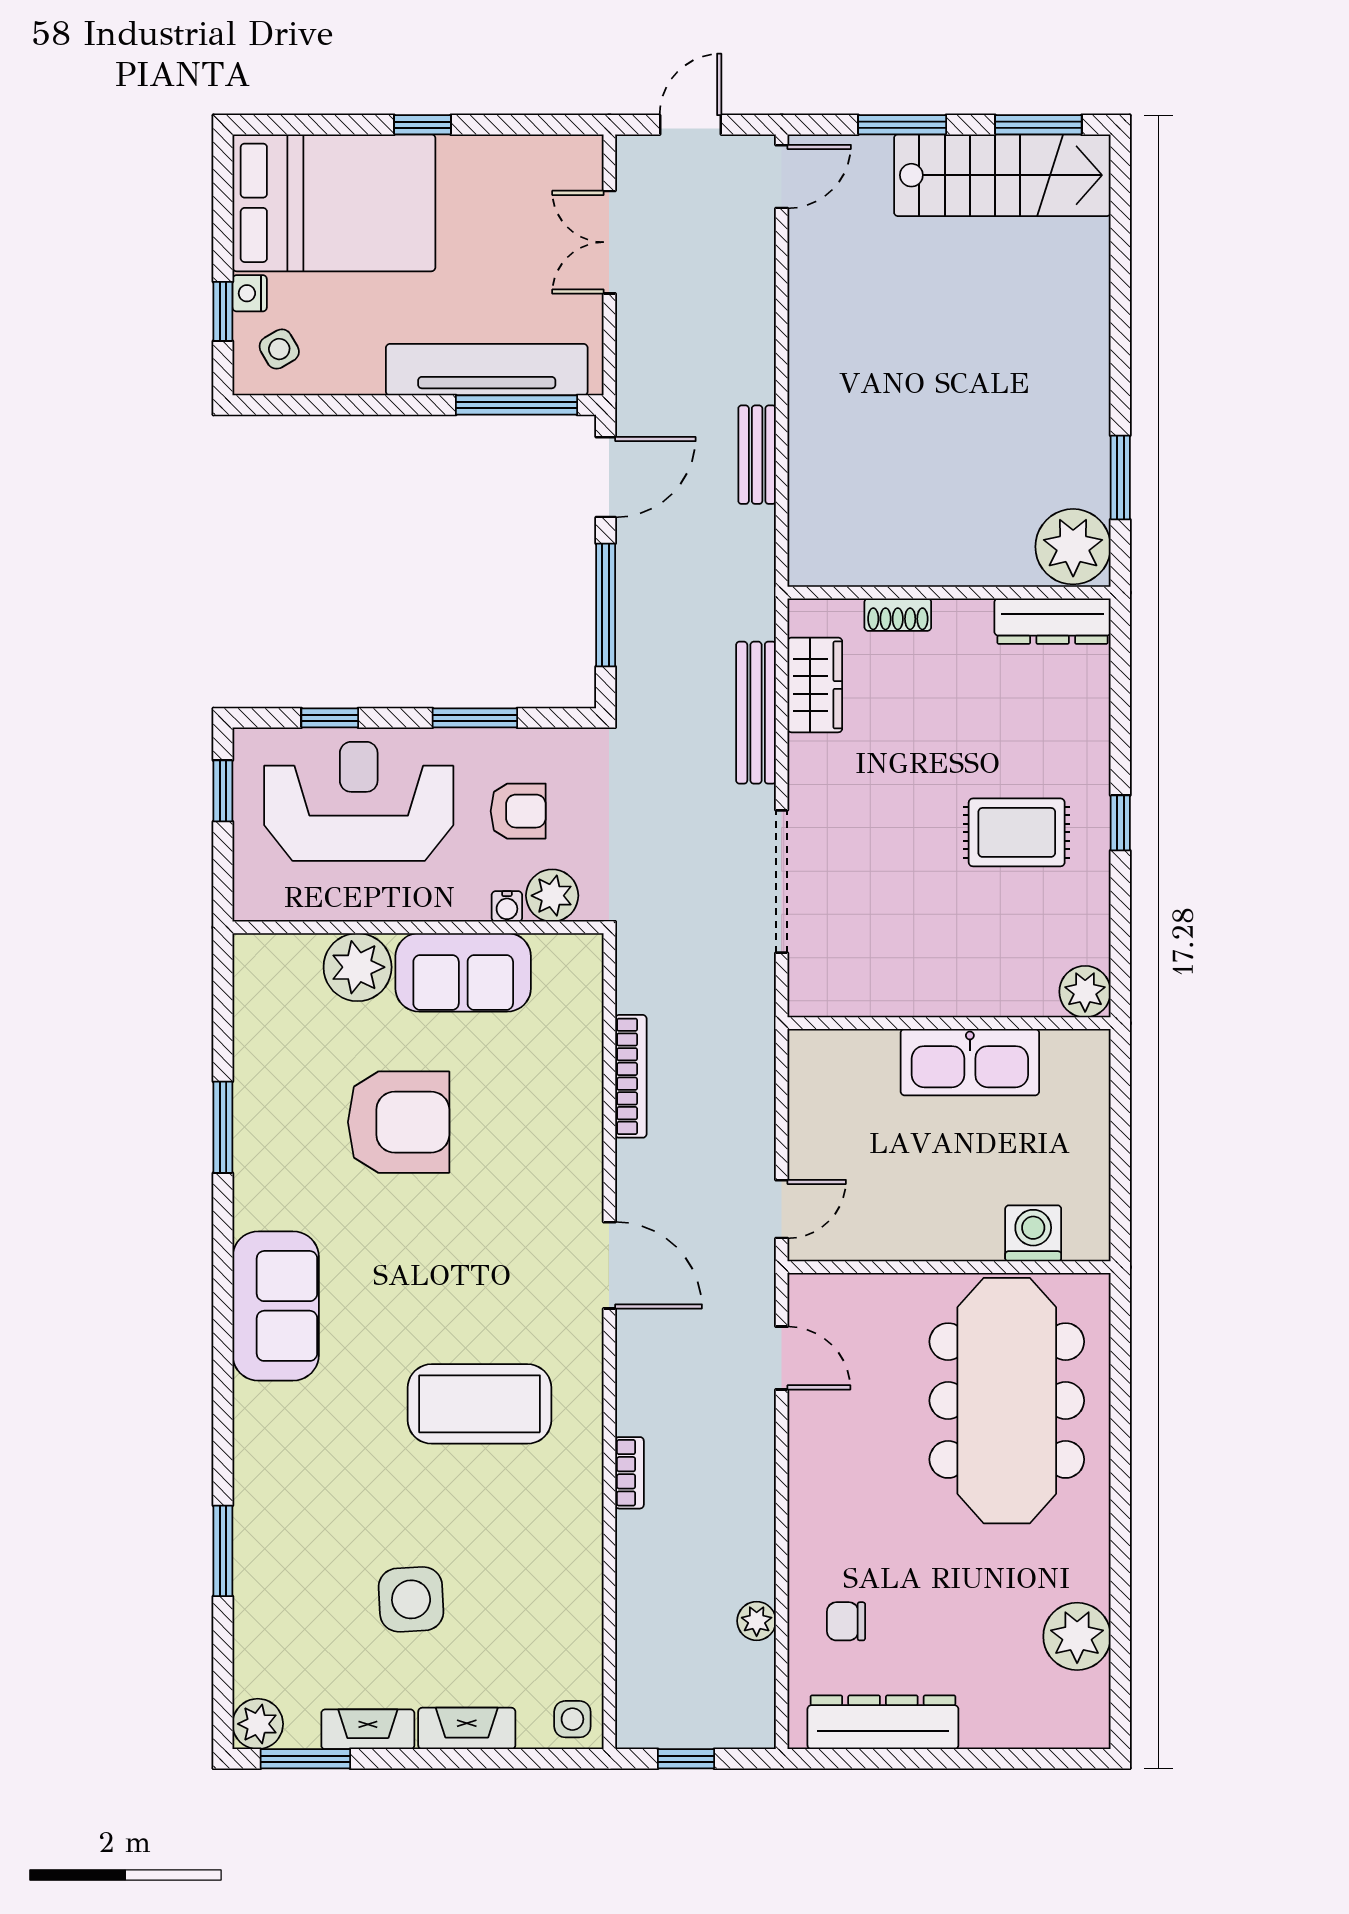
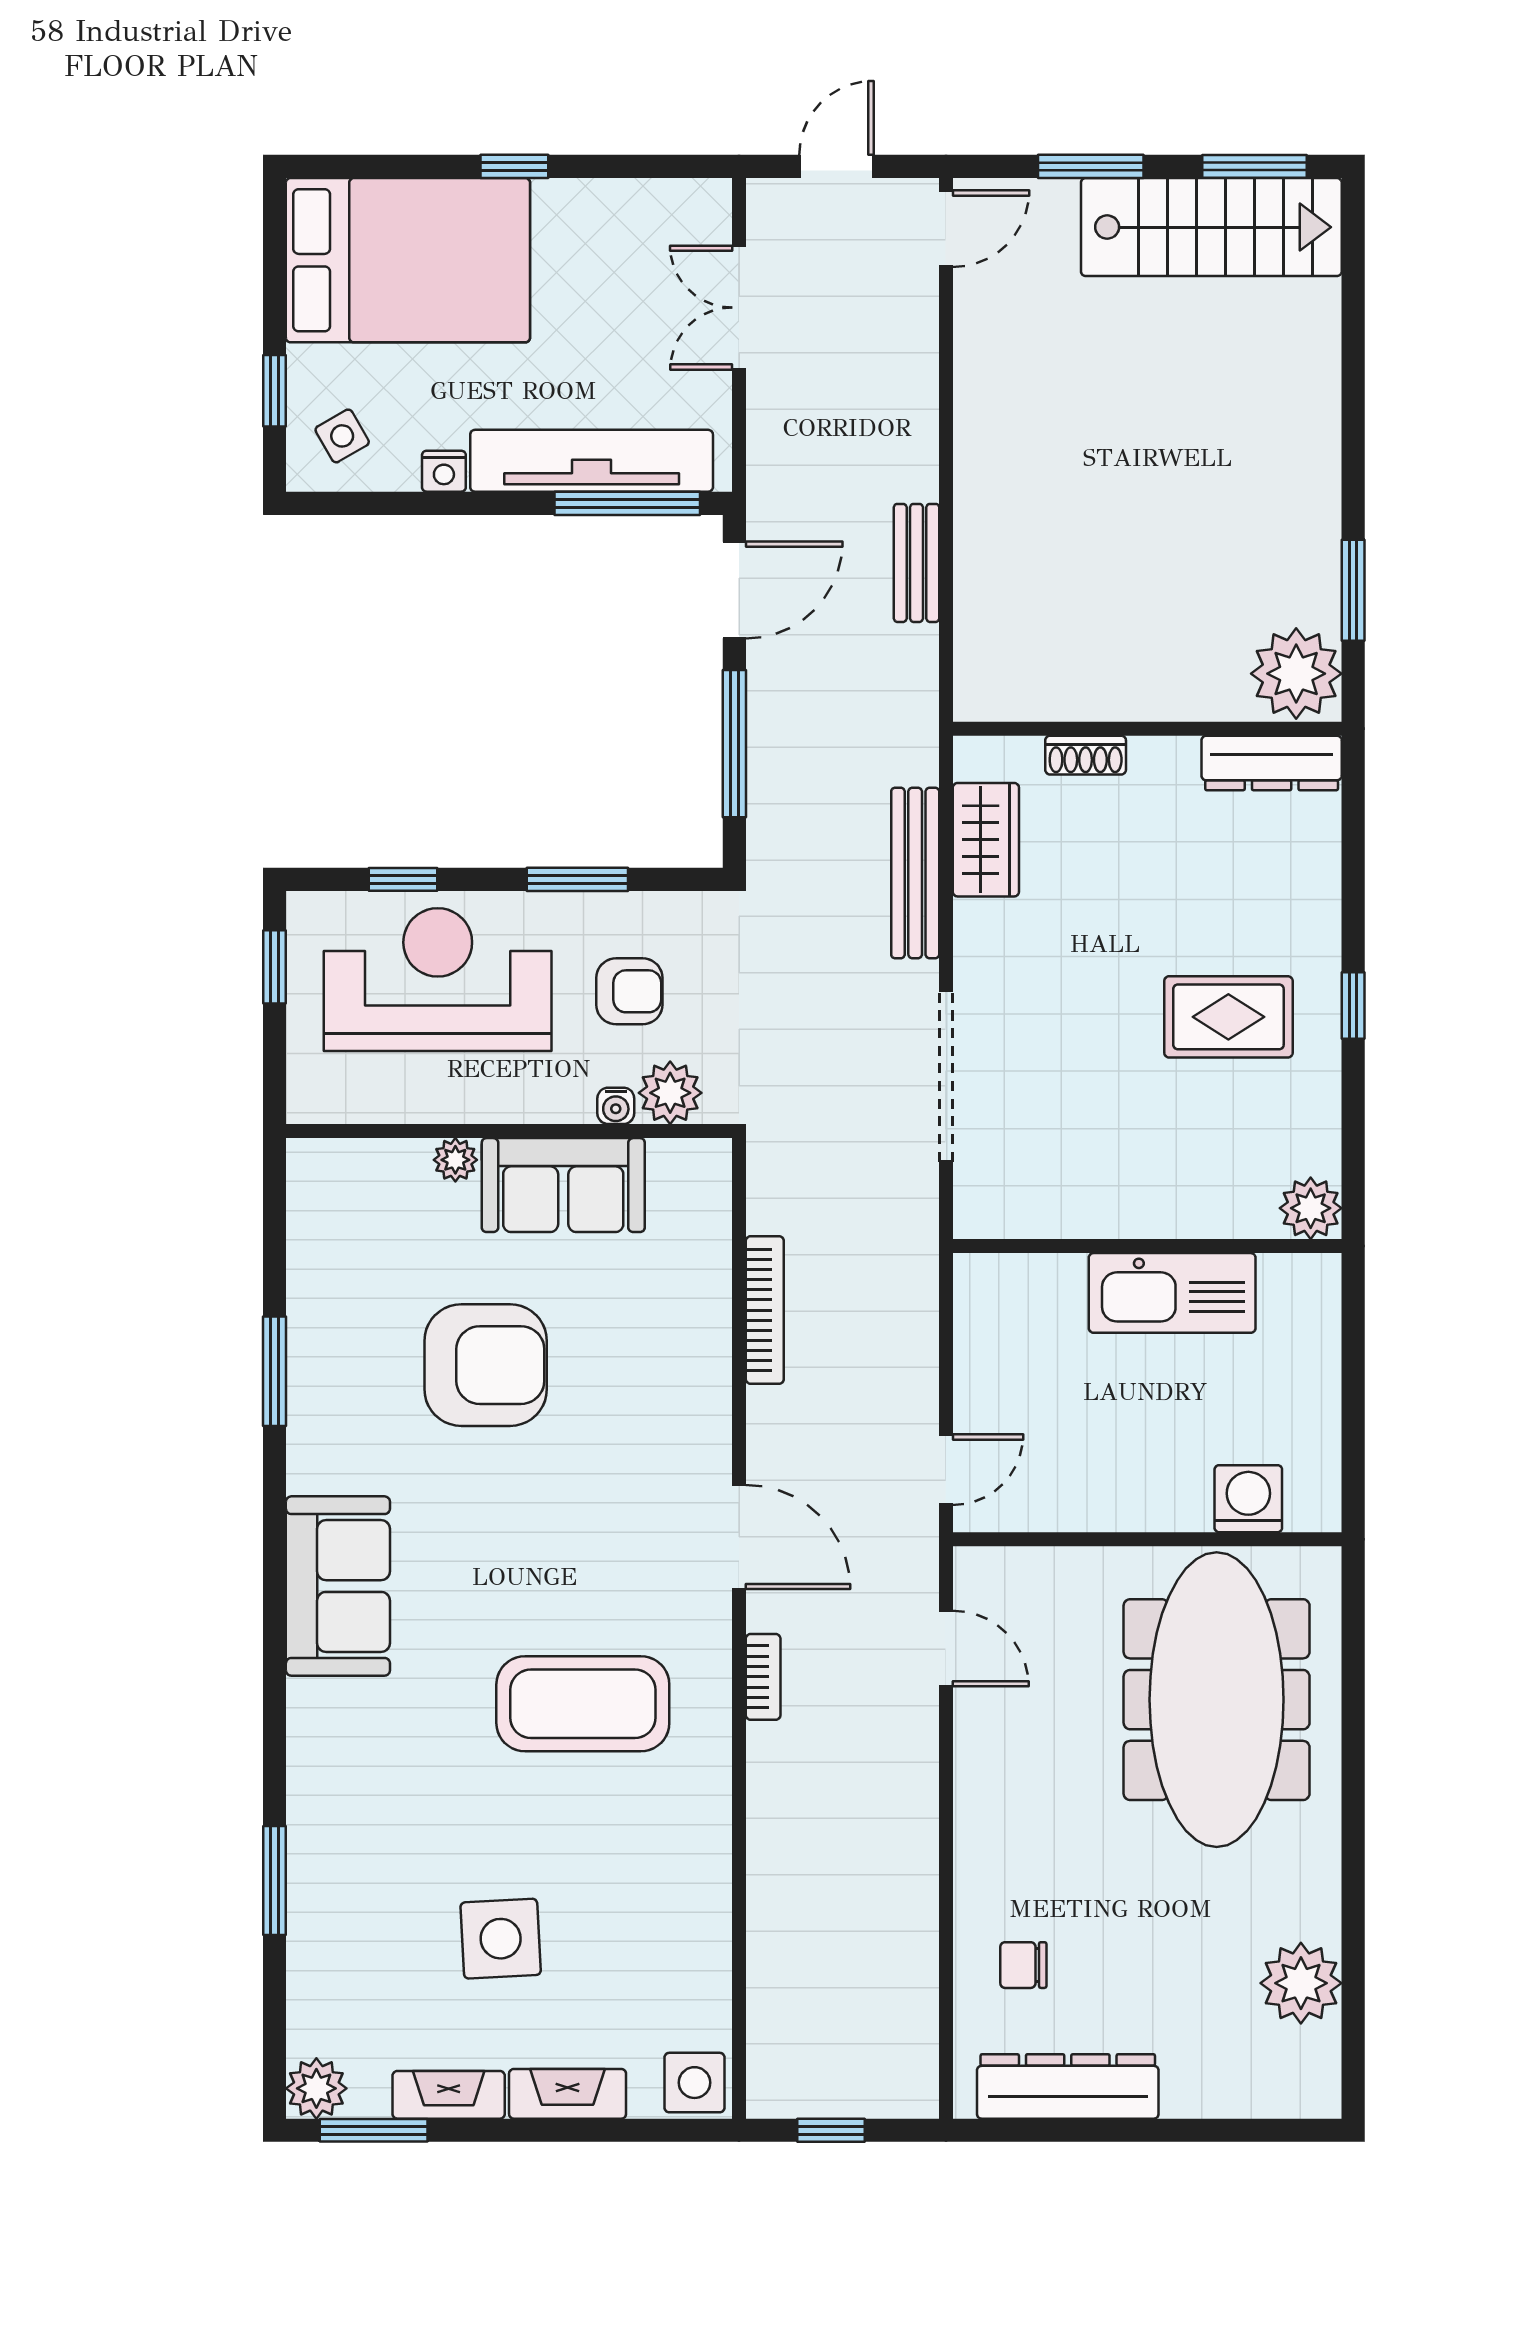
nightstand: (250, 293) -> (444, 471), moved, turned -90
plant: (358, 967) -> (455, 1160), width x0.53, depth x0.53
bookcase: (629, 1473) -> (763, 1677), moved
plant: (757, 1621) -> (916, 1965), removed
side table: (572, 1719) -> (695, 2083), width x1.37, depth x1.37

